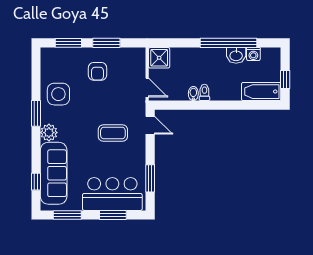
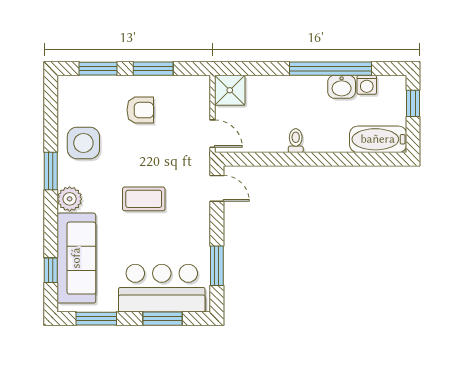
armchair: (97, 71) -> (140, 110), turned -90
window: (285, 79) -> (413, 103), moved
bidet: (193, 94) -> (279, 142), removed
coffee table: (113, 133) -> (144, 199), moved

